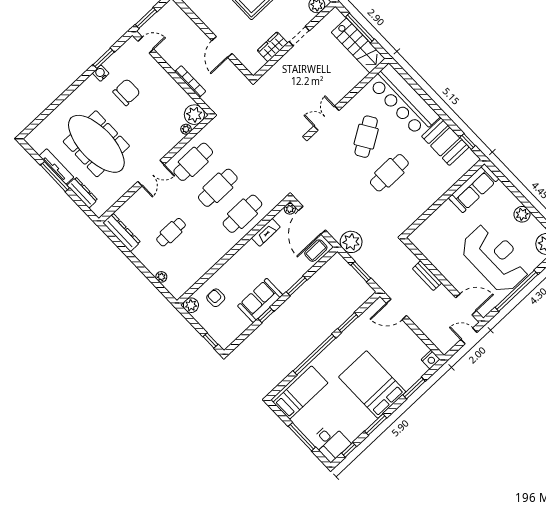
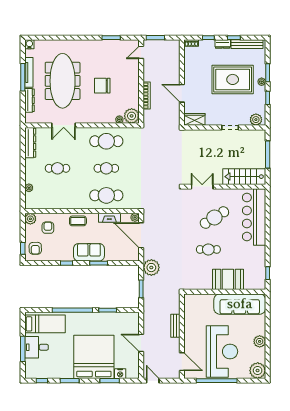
door: (146, 45) -> (141, 52), swing flipped
stairs: (358, 46) -> (244, 177), moved, turned 90
door: (222, 47) -> (182, 93), hinge flipped
wardrobe: (273, 47) -> (194, 119), moved
water cooler: (101, 73) -> (29, 44), moved
chair: (126, 92) -> (102, 86), moved, turned 180
booth: (445, 142) -> (228, 279), moved, turned 90
double door: (151, 173) -> (64, 125), moved
cafe table: (389, 173) -> (208, 249), width x0.73, depth x0.74
cafe table: (218, 188) -> (106, 168), width x0.73, depth x0.74
sofa: (474, 188) -> (240, 304), width x1.36, depth x1.27
door: (312, 220) -> (141, 235), hinge flipped
coffee table: (316, 251) -> (78, 221), moved
sofa: (260, 300) -> (89, 252), moved
door: (397, 309) -> (141, 343), moved
armchair: (222, 329) -> (35, 248), added
door: (469, 336) -> (153, 381), moved
nightstand: (431, 360) -> (120, 374), moved
bed: (372, 384) -> (94, 357), width x1.36
desk: (331, 442) -> (36, 347), moved, turned 90

